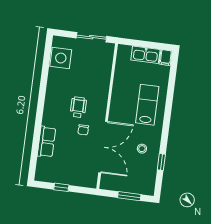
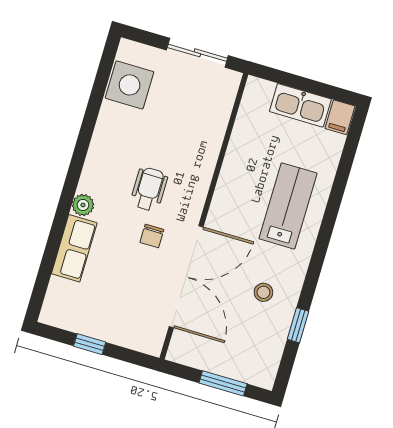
plant: (47, 120) -> (83, 205), added

